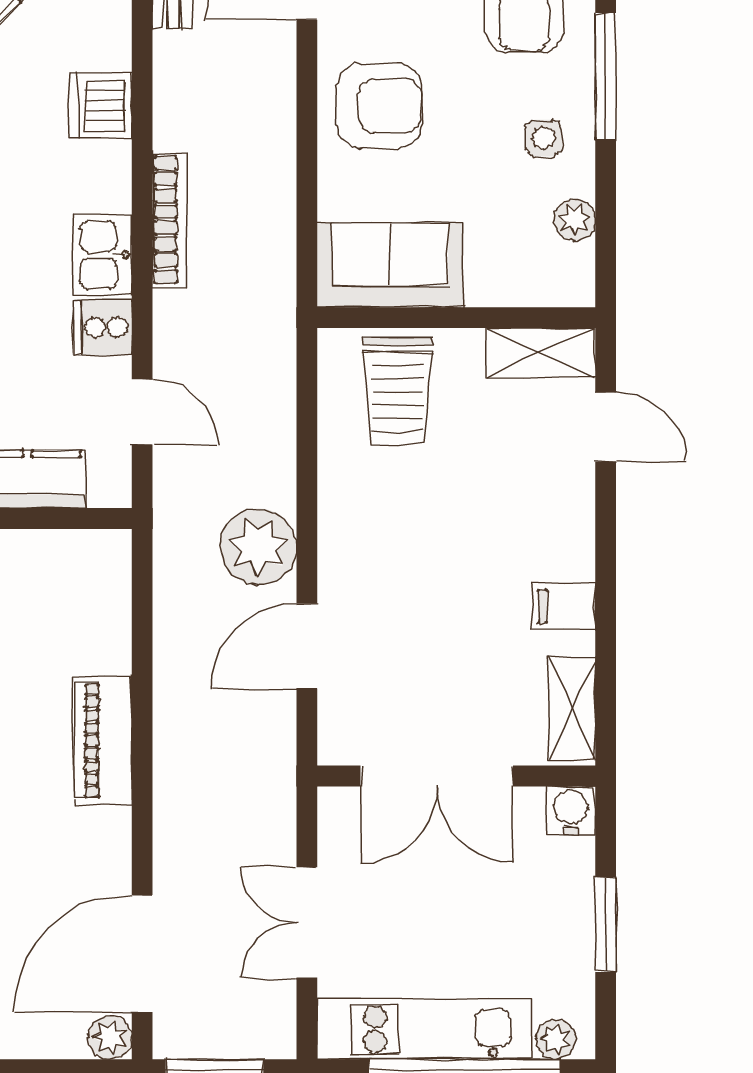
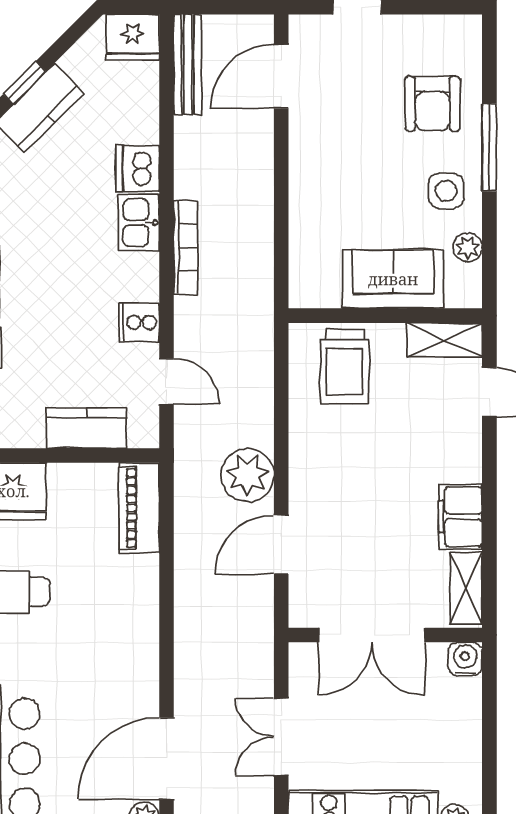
armchair: (379, 106) -> (332, 168), removed
side table: (544, 138) -> (446, 191), width x1.37, depth x1.37
kitchen sink: (102, 255) -> (139, 223), moved
sofa: (390, 265) -> (393, 279), moved
filing cabinet: (564, 606) -> (460, 517), width x2.00
piano: (103, 741) -> (139, 508), moved
window: (606, 925) -> (489, 738), removed

